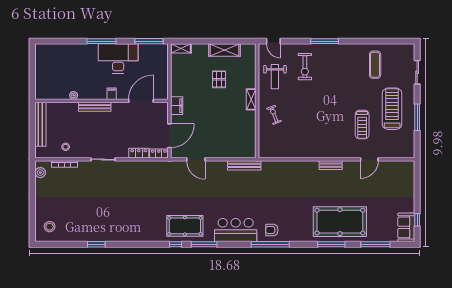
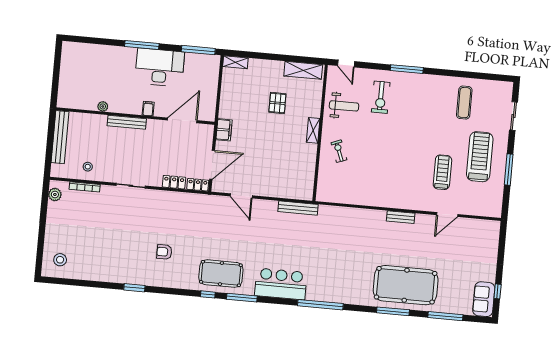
shelving: (224, 50) -> (303, 70), moved
weight bench: (275, 77) -> (344, 106), turned -90
treadmill: (362, 124) -> (442, 172), turned 180
armchair: (272, 230) -> (164, 252), moved
window: (96, 244) -> (134, 288), moved

